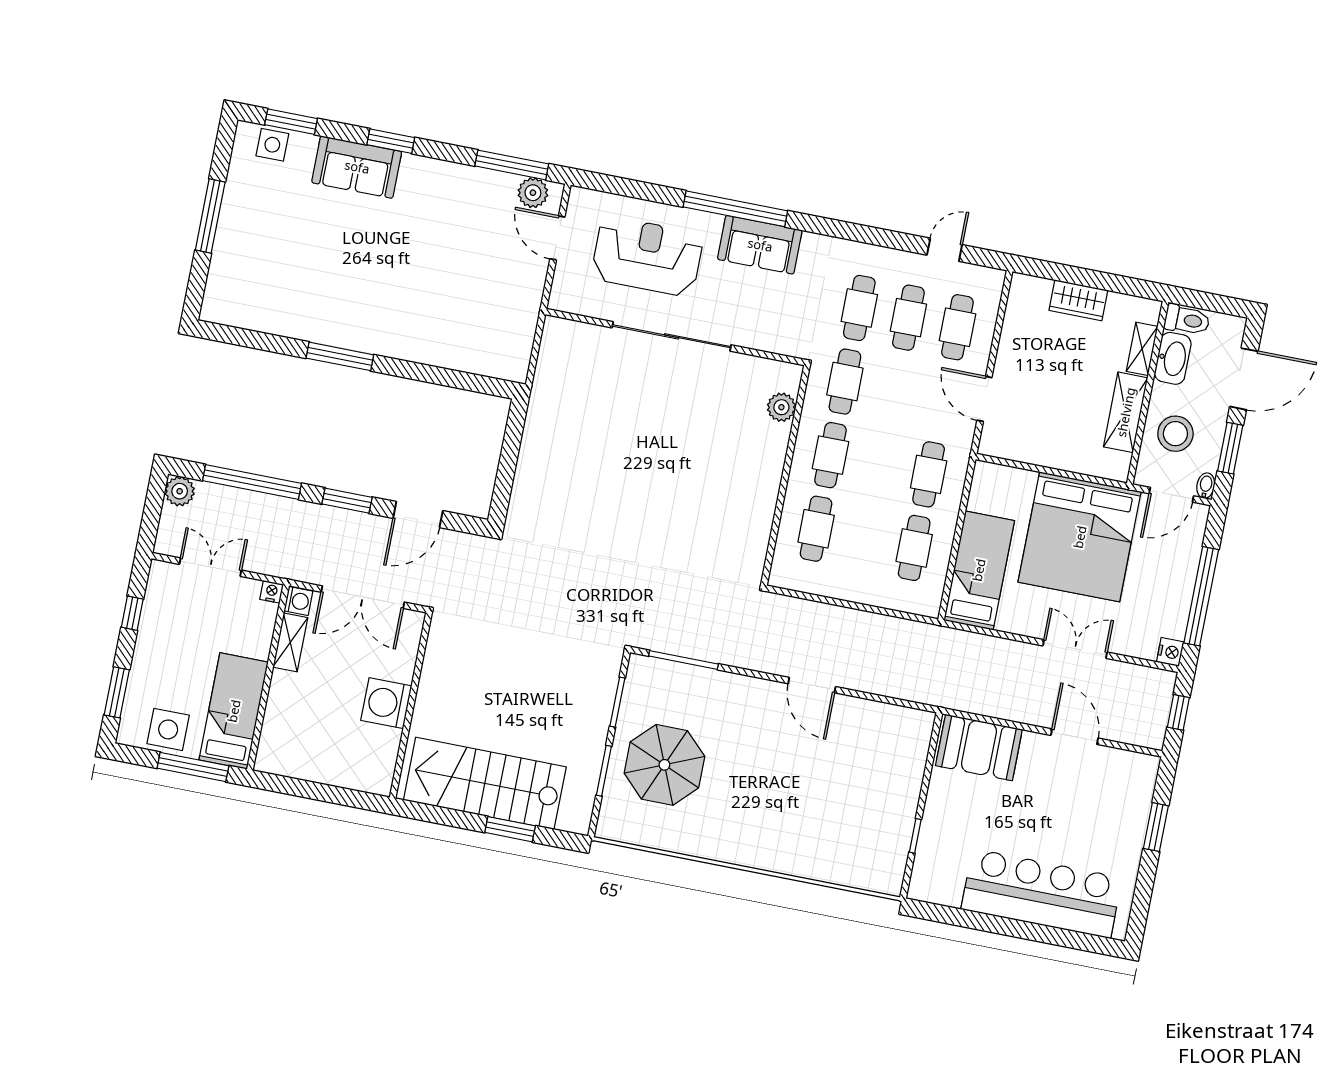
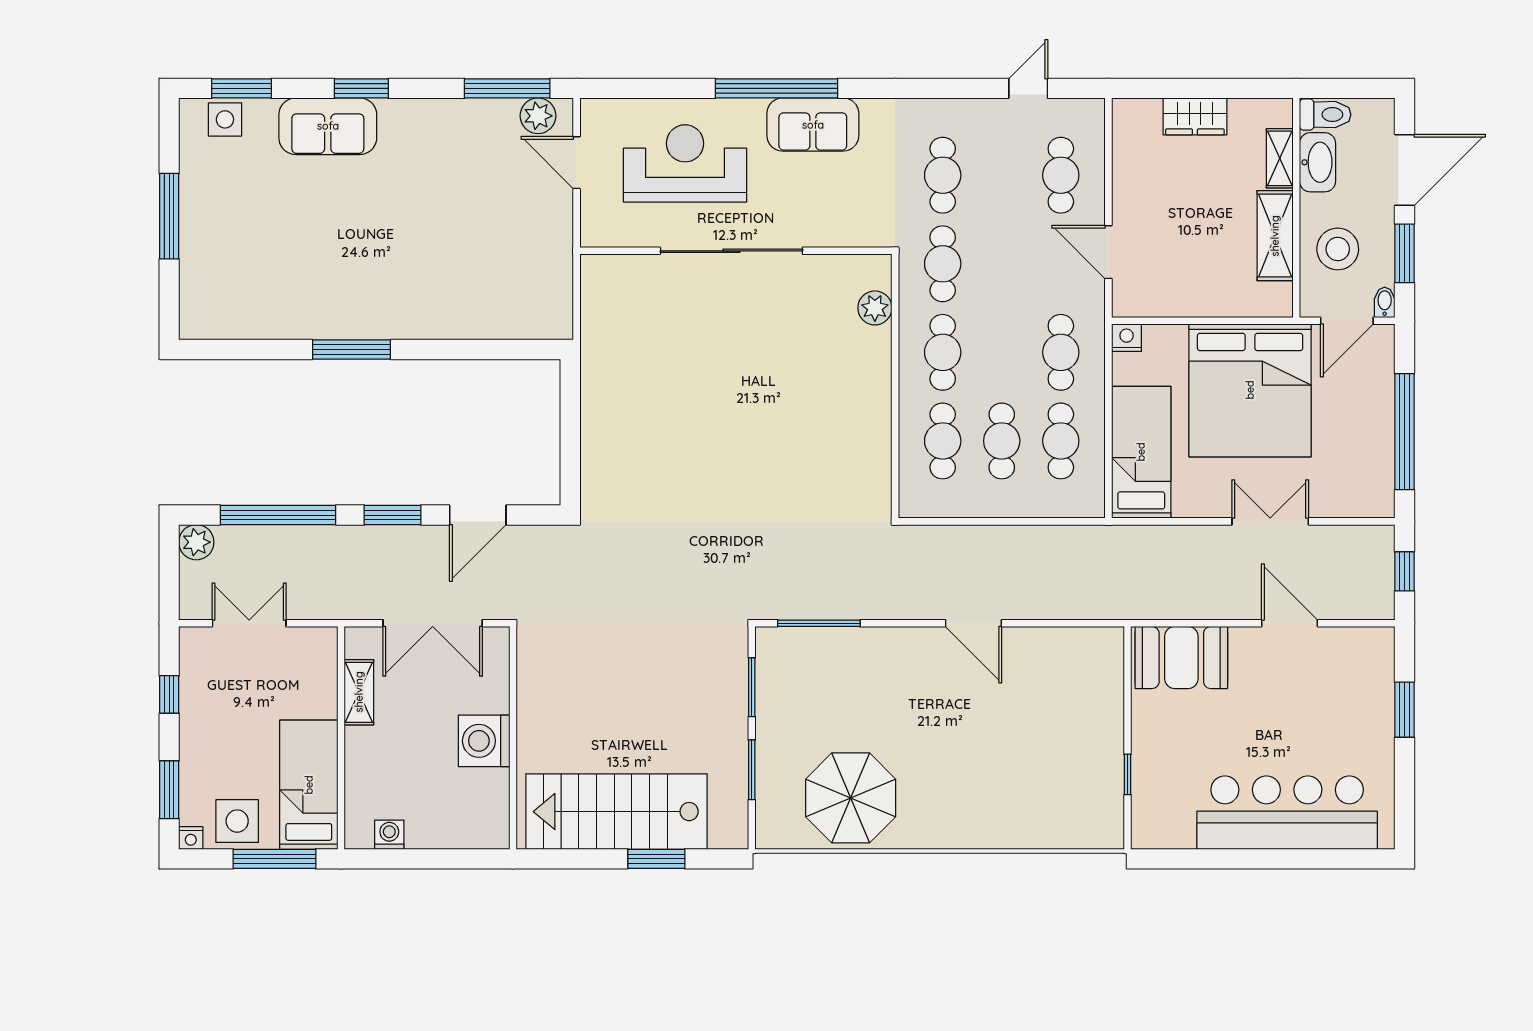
cafe table: (908, 318) -> (1002, 441), moved
nightstand: (272, 592) -> (191, 838), moved, turned 180
washing machine: (298, 601) -> (389, 835), moved, turned -90
nightstand: (1170, 652) -> (1127, 338), moved, turned -90
parasol: (664, 765) -> (851, 798), moved

